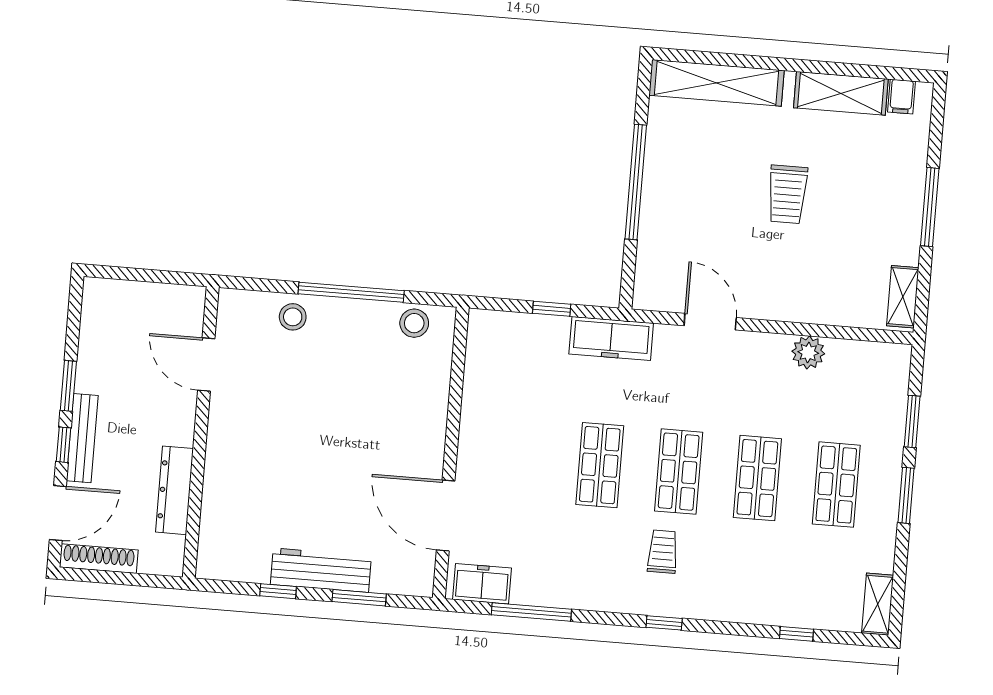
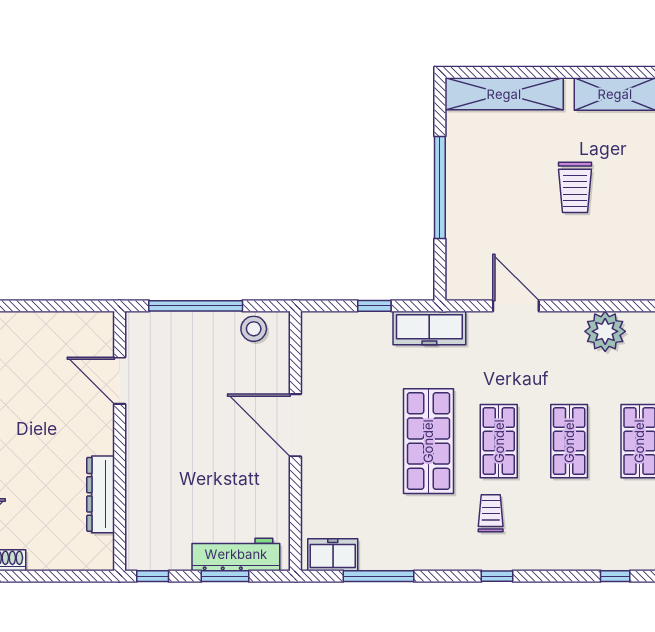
stool: (293, 317) -> (146, 332), removed
plant: (808, 352) -> (605, 331), width x1.36, depth x1.36
door: (206, 365) -> (120, 381), moved
wall: (201, 432) -> (120, 441), moved
shop shelf: (600, 465) -> (428, 441), width x1.43, depth x1.36
dresser: (175, 490) -> (101, 494), moved
door: (446, 516) -> (295, 425), moved
workbench: (321, 570) -> (236, 554), moved

